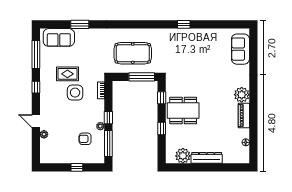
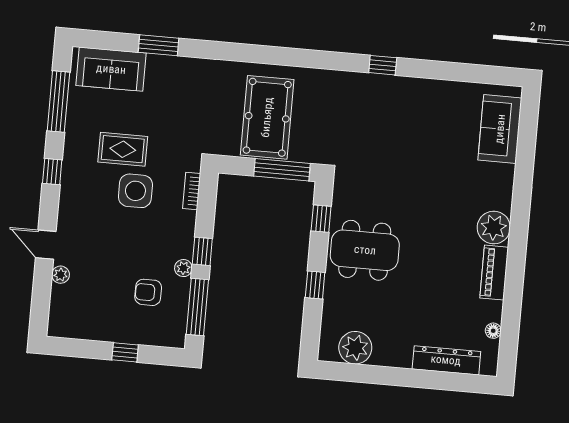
pool table: (133, 53) -> (267, 117), turned 90
dresser: (207, 158) -> (446, 360), moved

